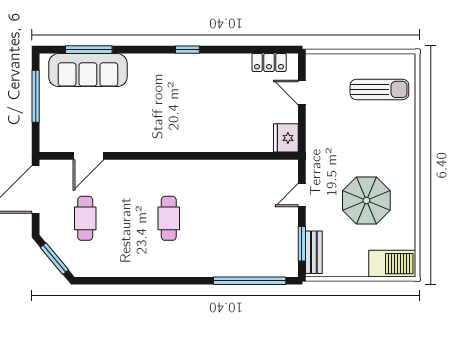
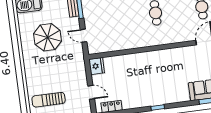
door: (302, 195) -> (84, 36), swing flipped

